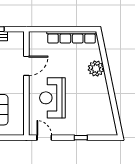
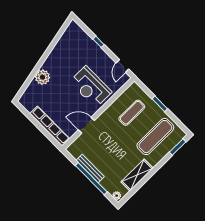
row of seats: (72, 37) -> (50, 126), moved
reception desk: (52, 98) -> (91, 87), turned 90

